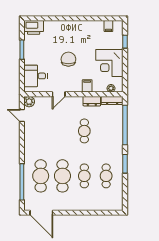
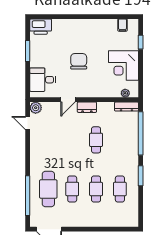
filing cabinet: (87, 86) -> (99, 91), removed
dresser: (92, 101) -> (87, 107), moved
cafe table: (62, 176) -> (72, 189), width x0.73, depth x0.74

